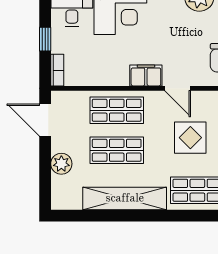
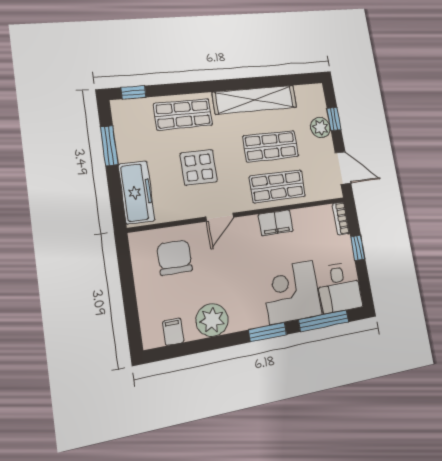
filing cabinet: (146, 75) -> (276, 223), moved
door: (178, 88) -> (220, 217), swing flipped
window: (45, 171) -> (334, 119), added

